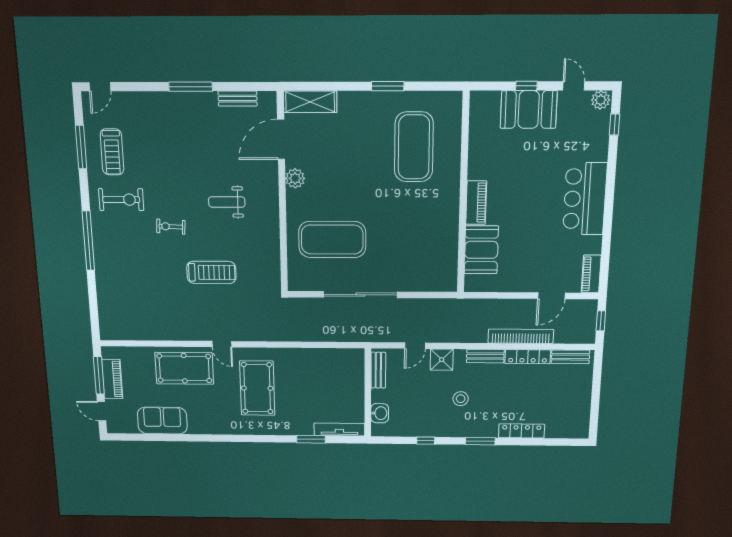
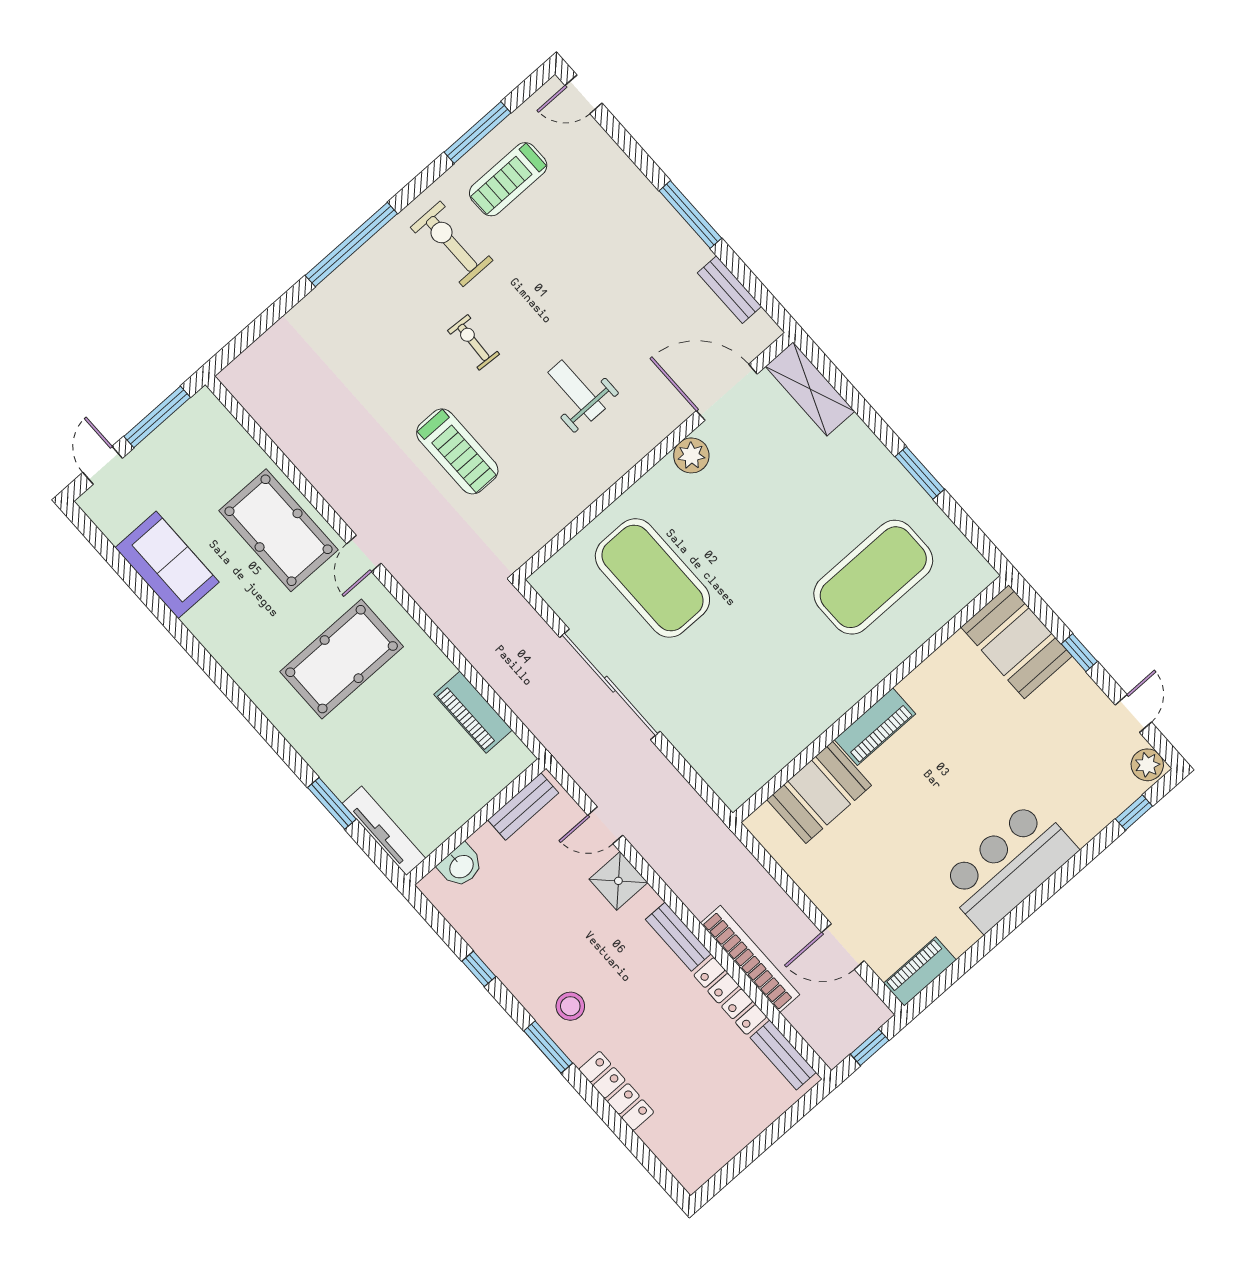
booth: (529, 110) -> (1016, 642), moved
exercise bike: (121, 200) -> (452, 244), turned 180
piano: (112, 379) -> (473, 712), moved, turned 90
stool: (461, 399) -> (570, 1006), moved

